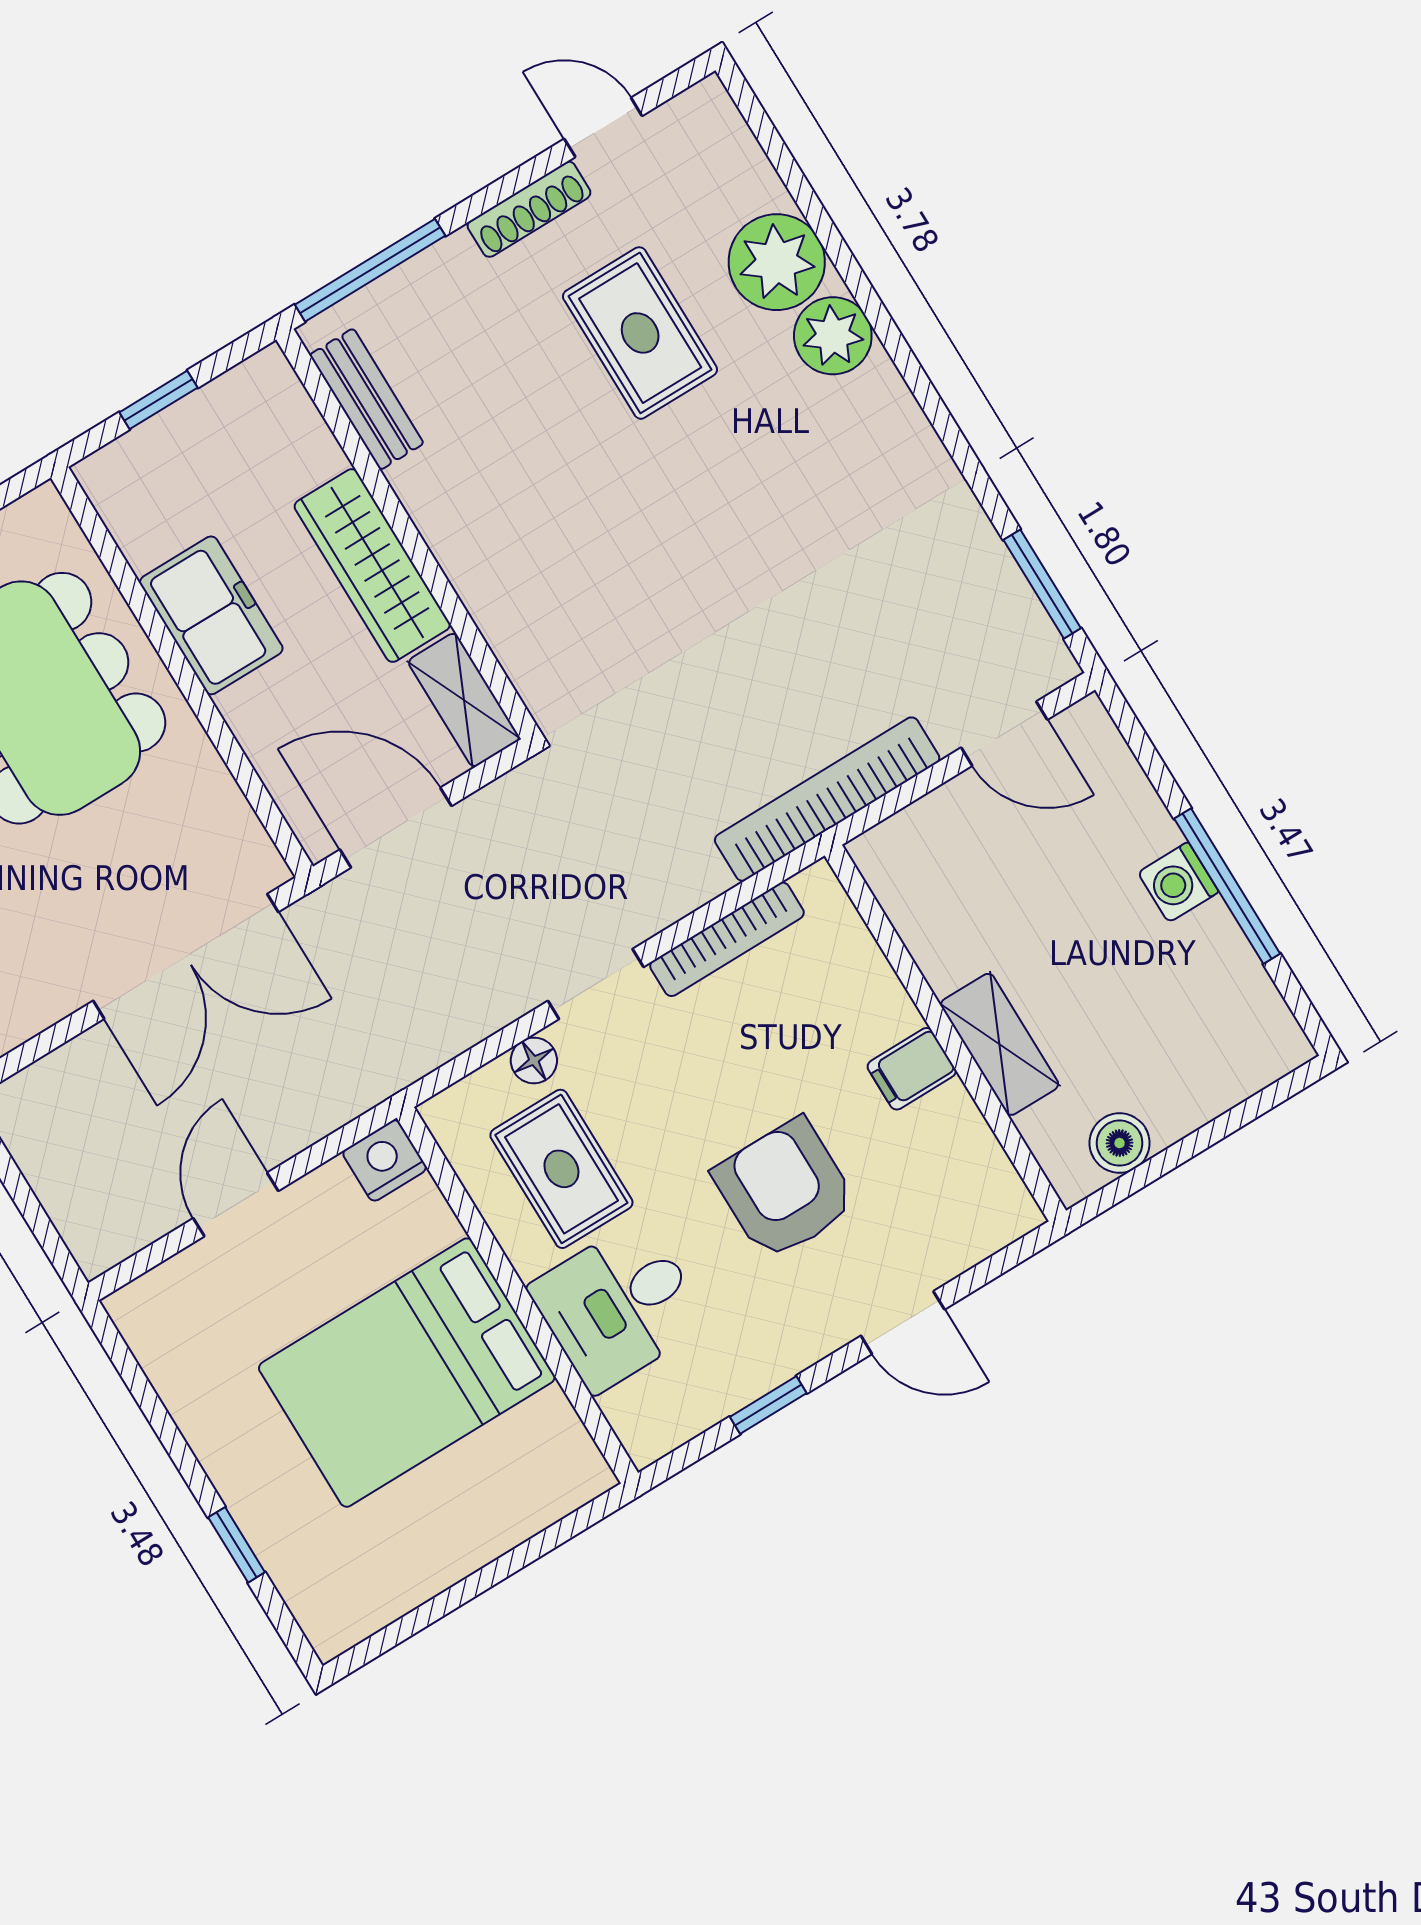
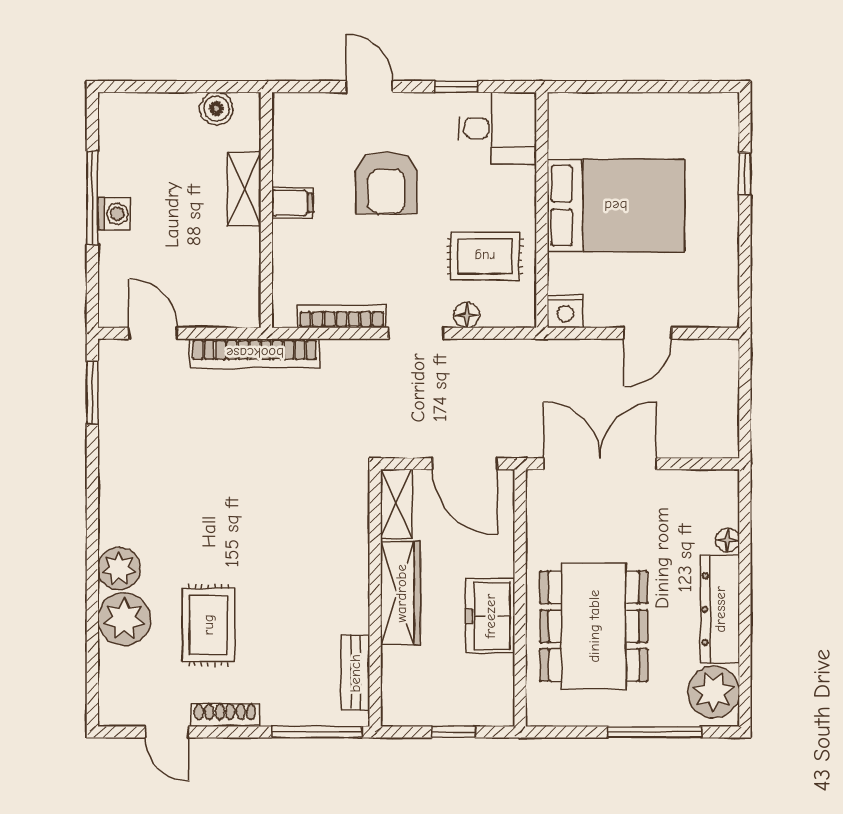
rug: (561, 1169) -> (485, 257), turned 90
desk: (618, 1306) -> (498, 128), moved

